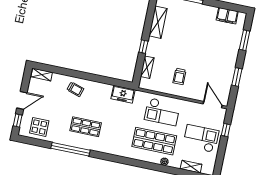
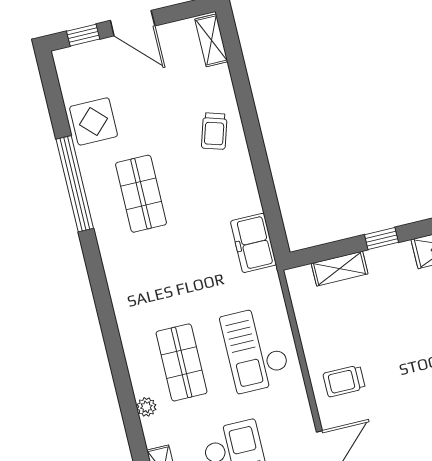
trolley: (179, 76) -> (344, 381), moved
display table: (39, 127) -> (94, 121), moved
shop shelf: (154, 141) -> (182, 362), width x0.70, depth x0.74

